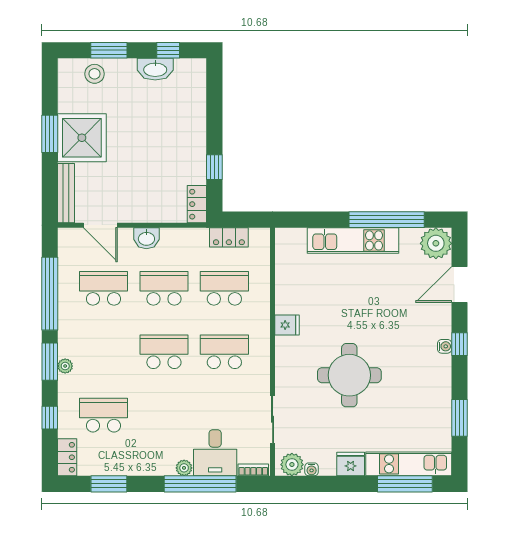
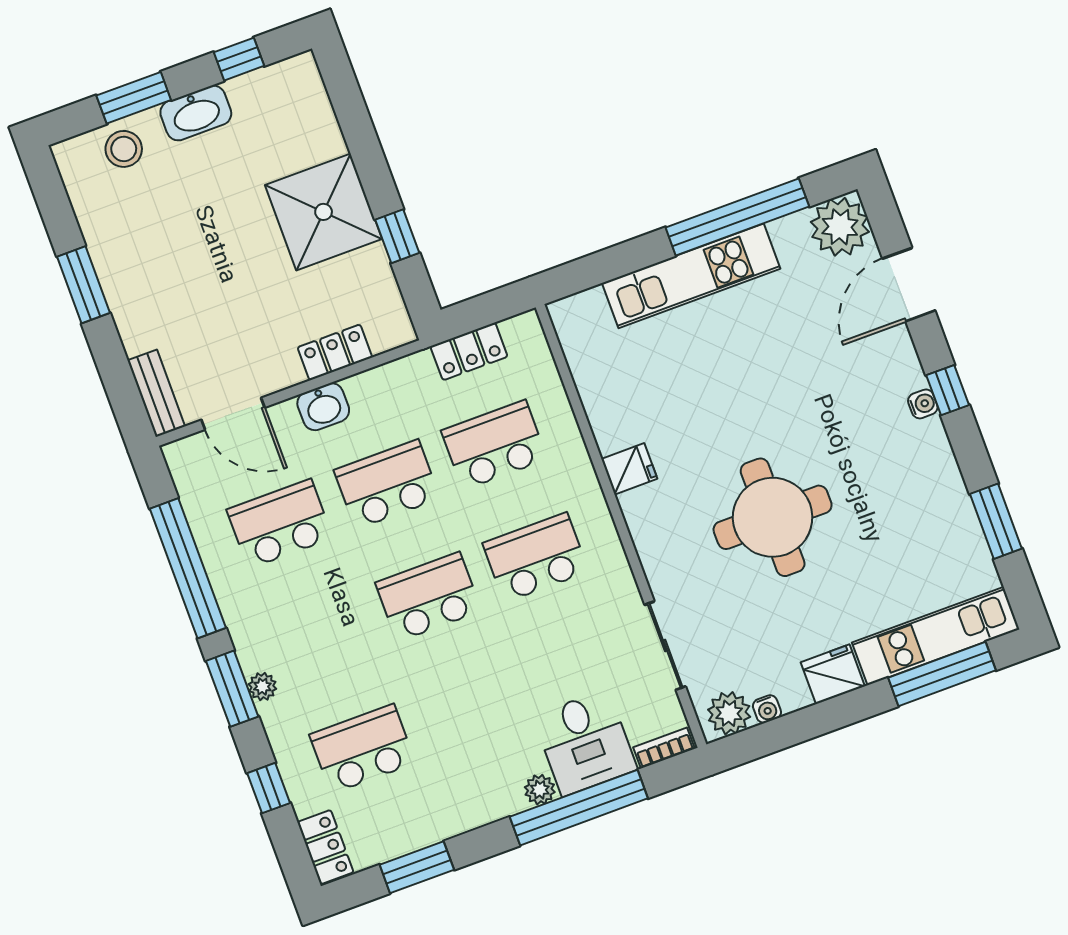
washbasin: (155, 69) -> (196, 113), moved
shower: (82, 138) -> (324, 212), moved
bench: (66, 193) -> (156, 393), width x0.73
locker: (197, 204) -> (335, 352), moved, turned 90

